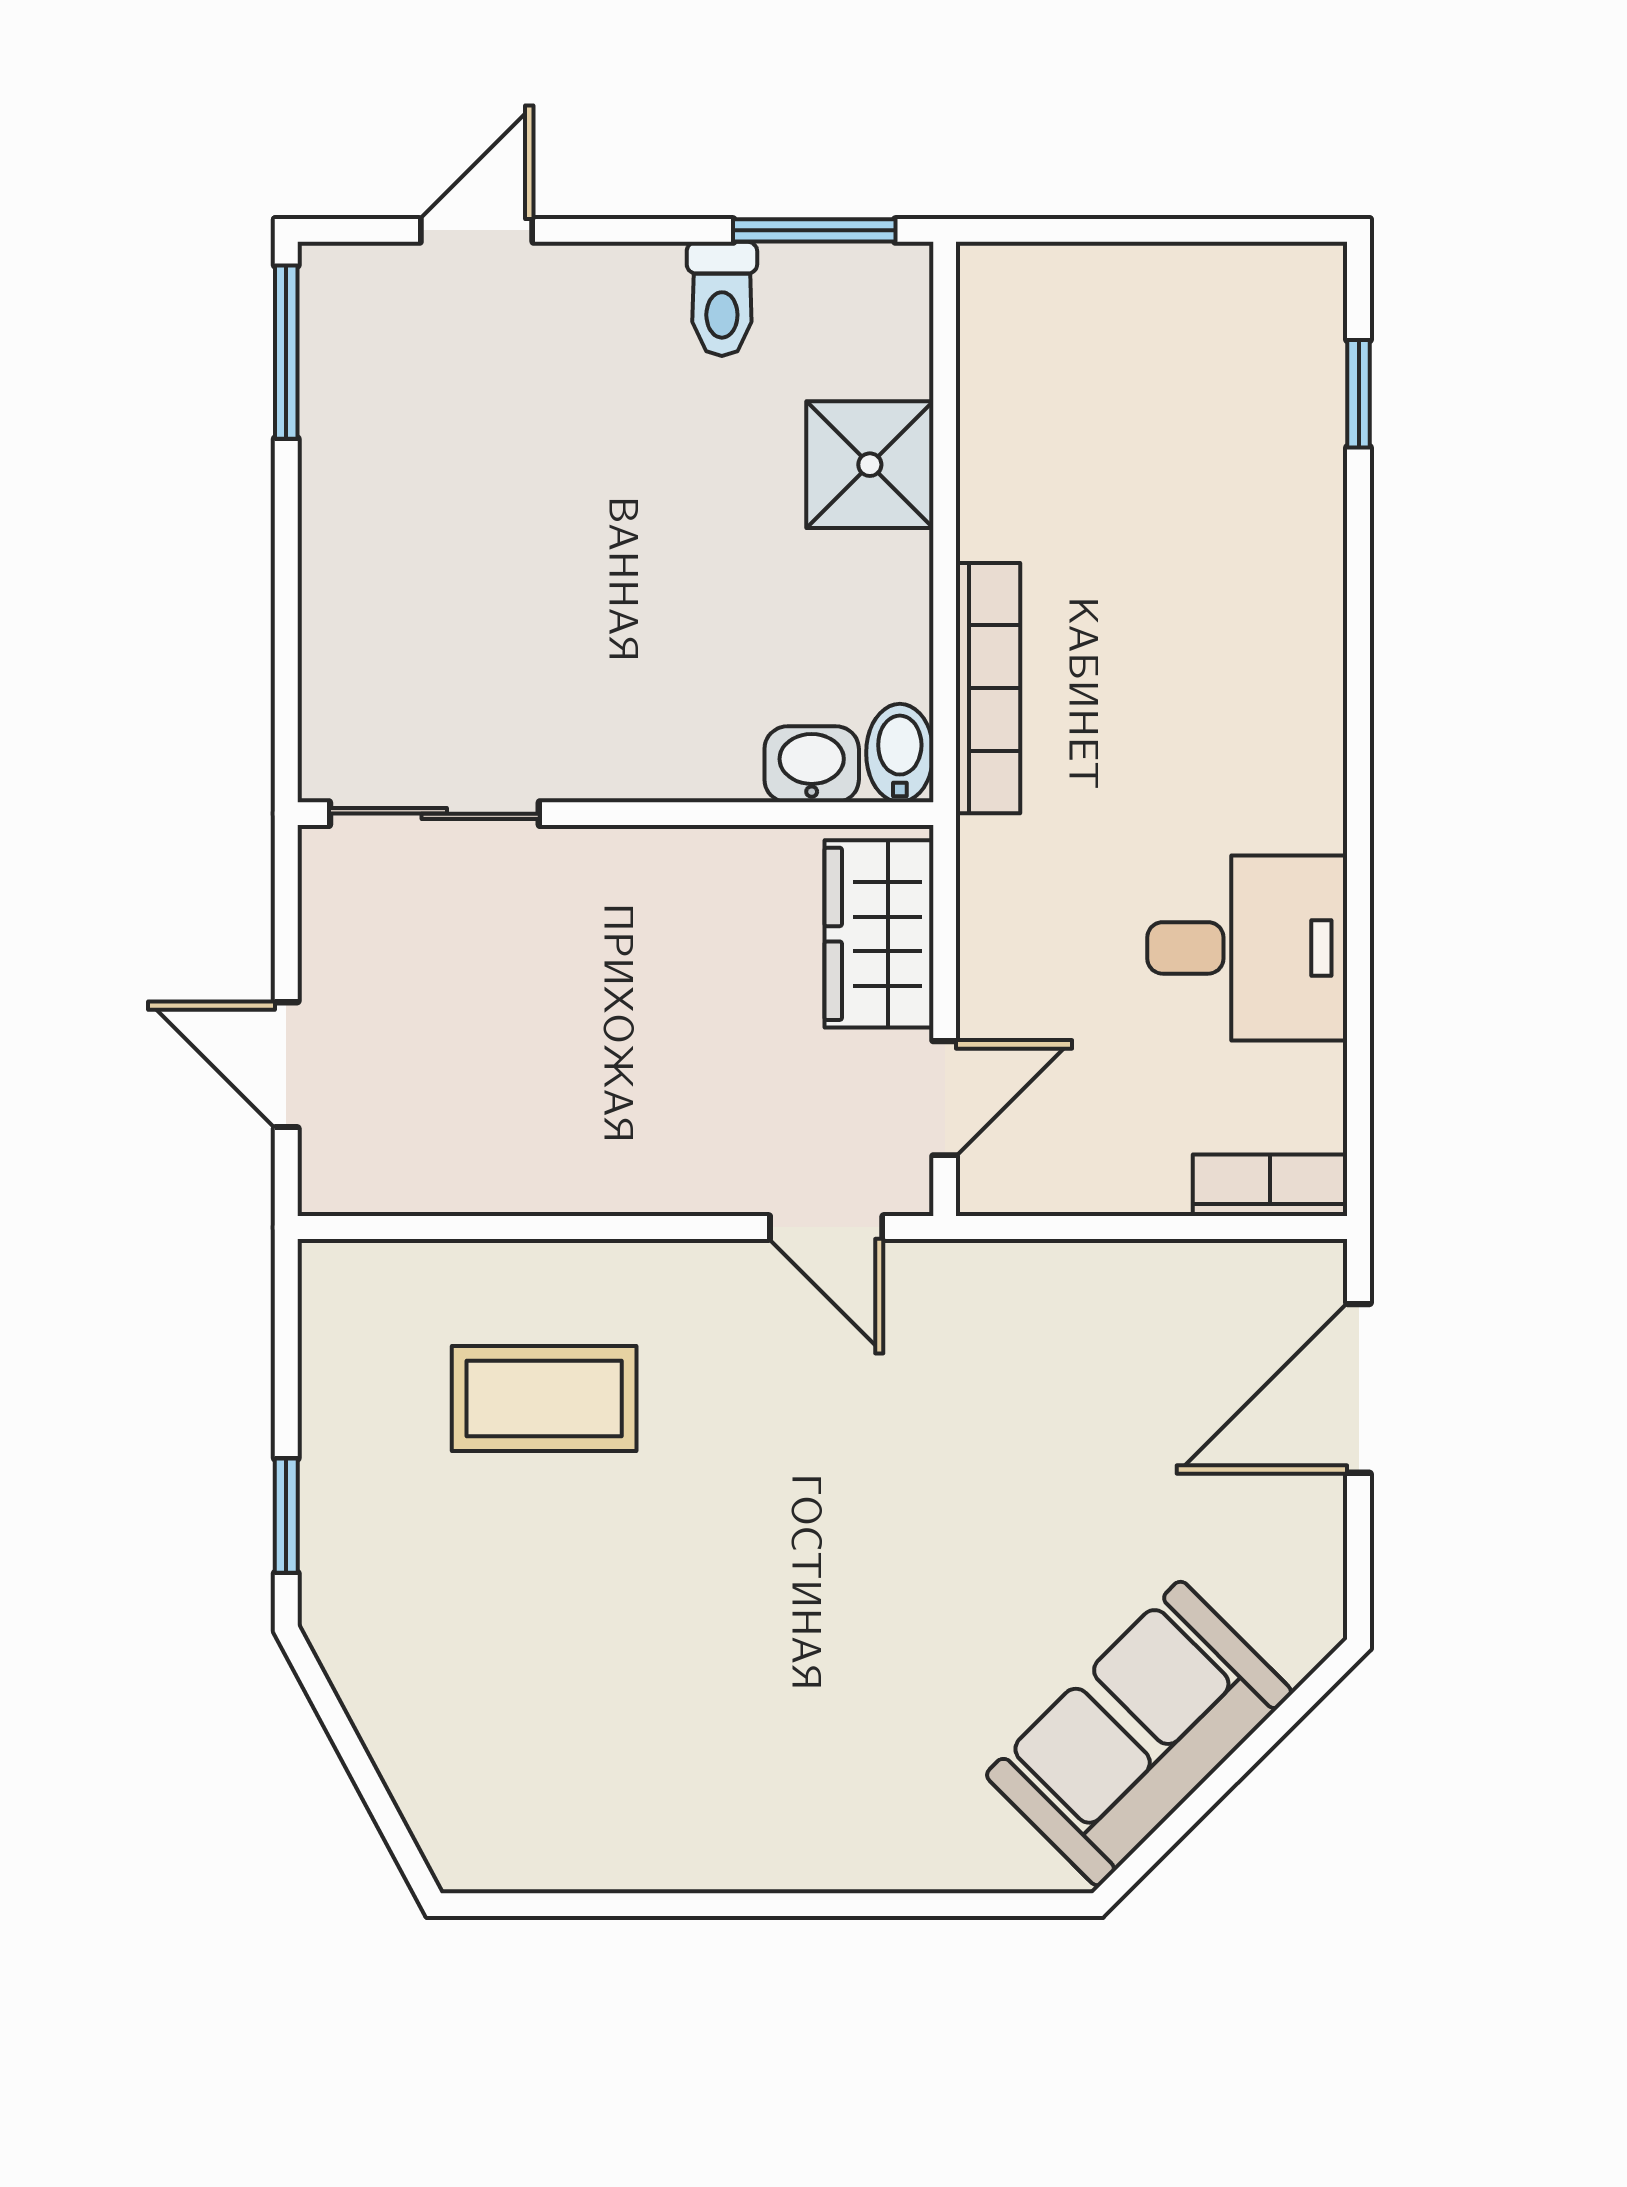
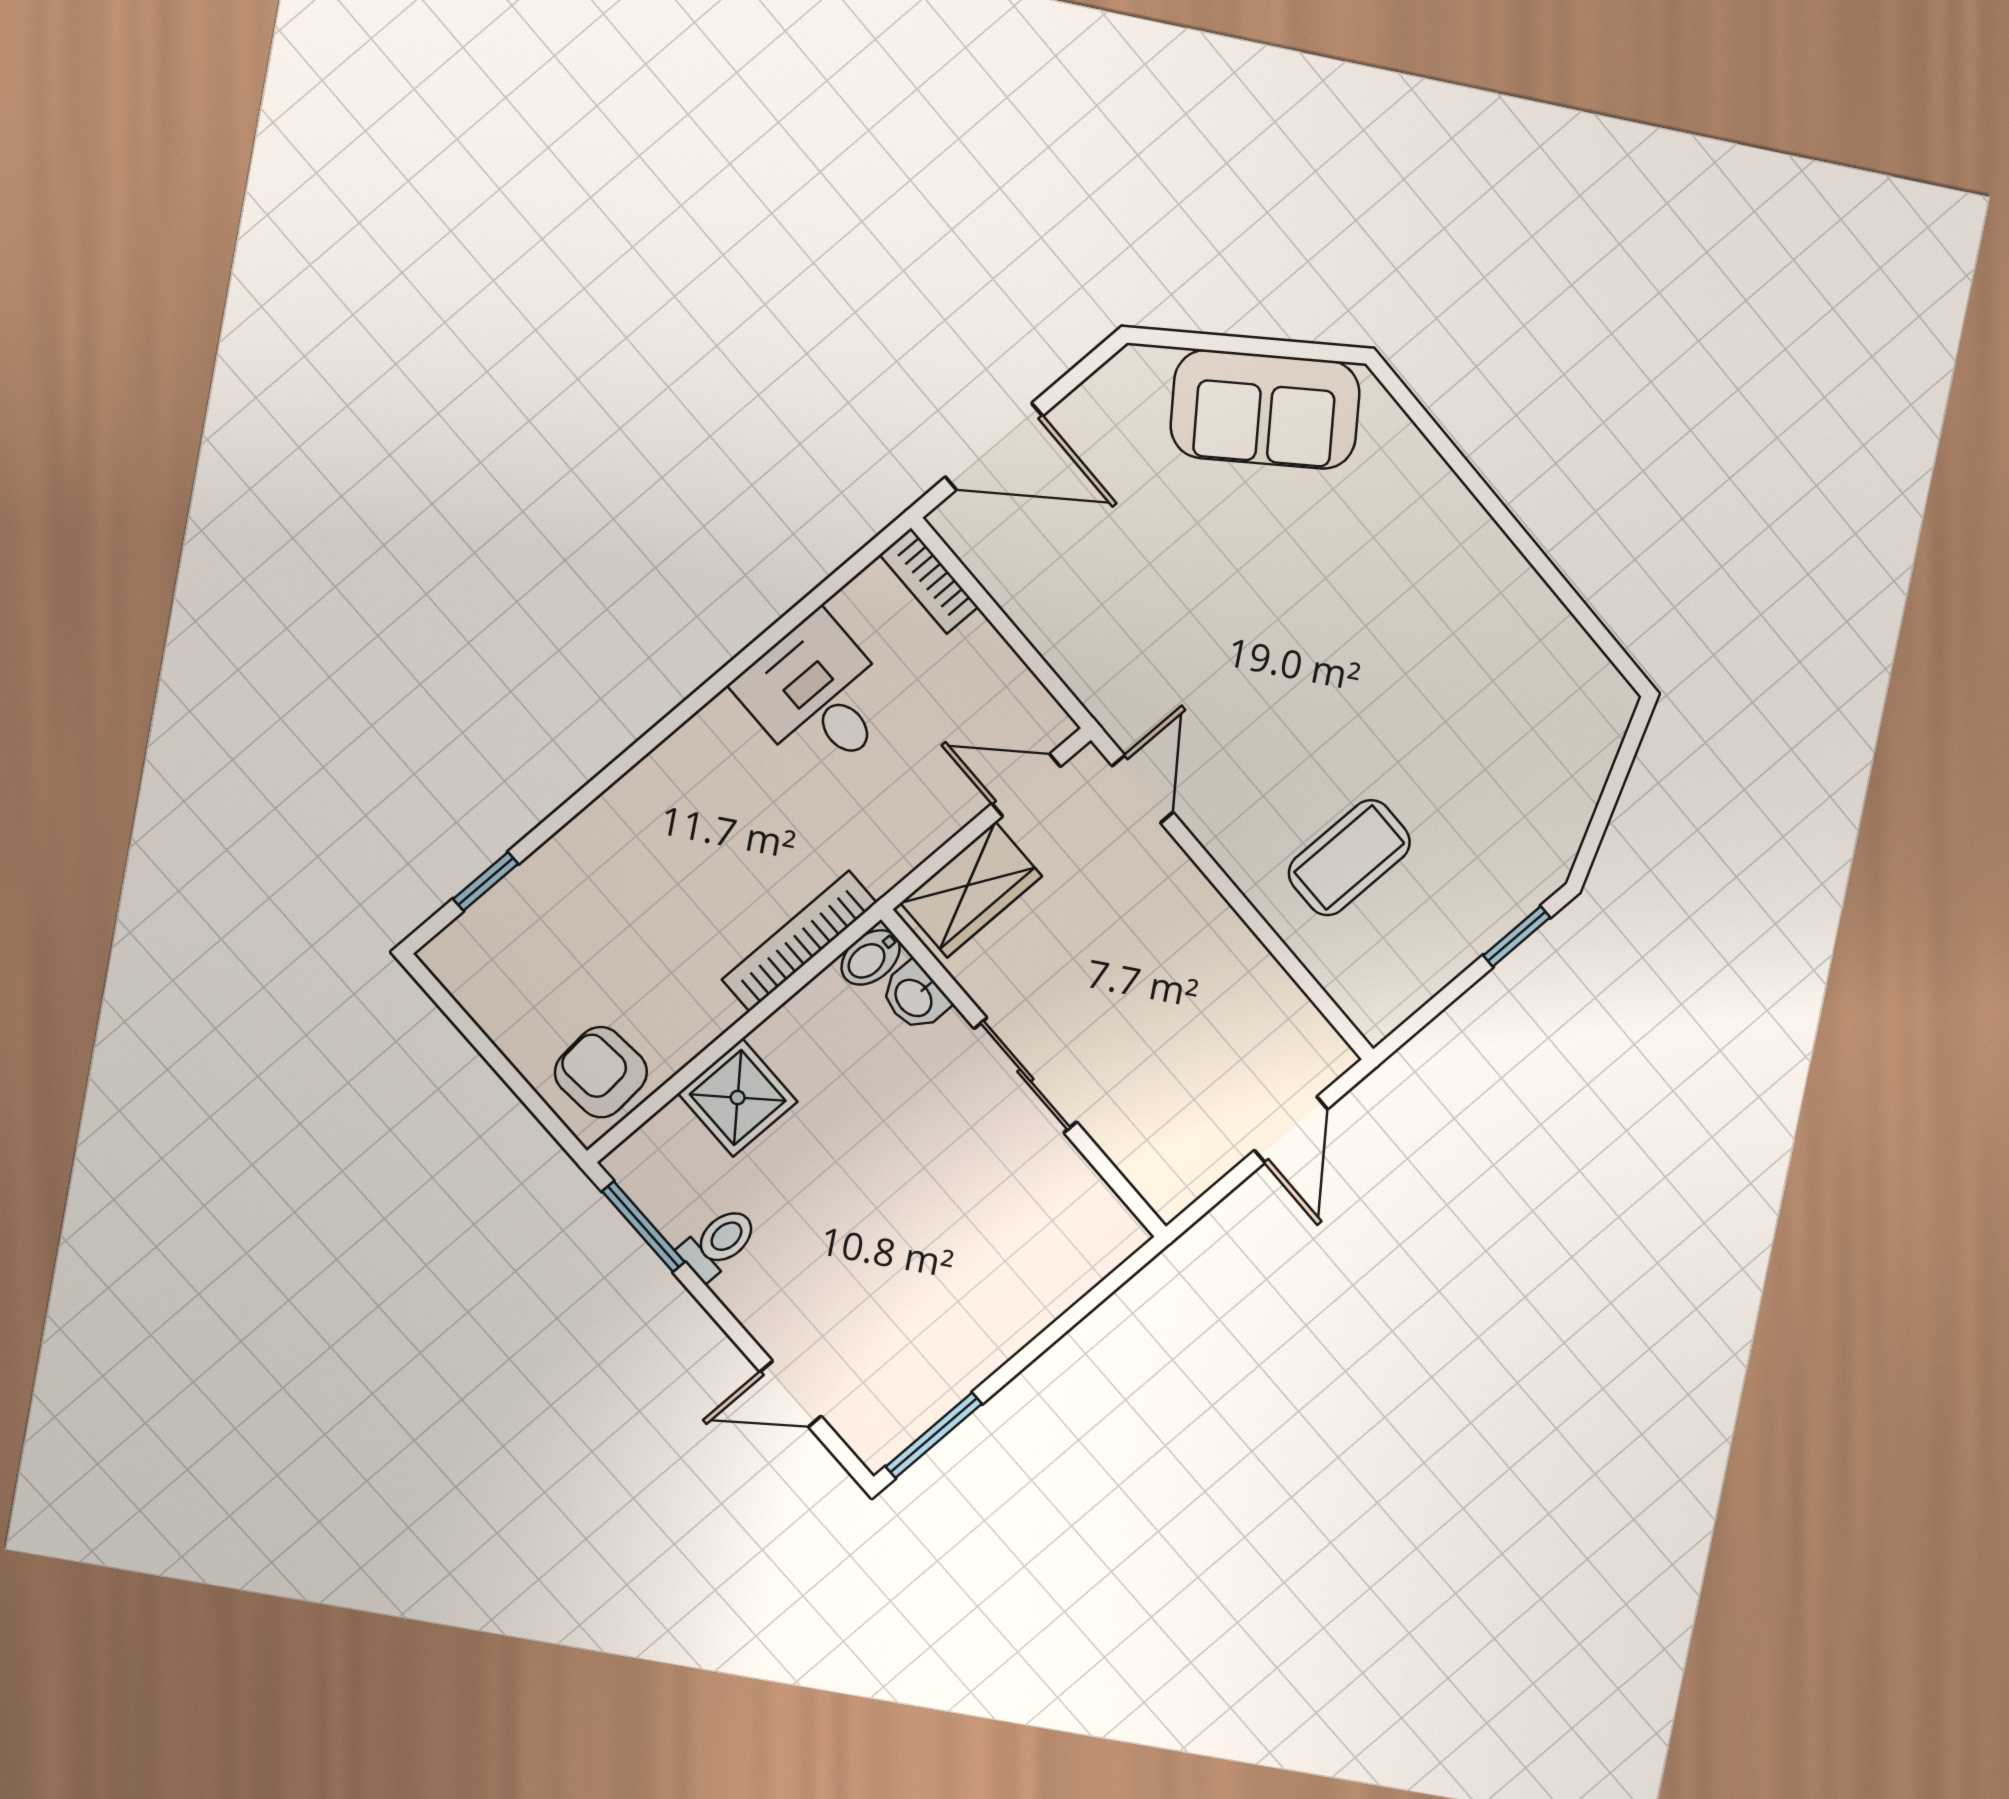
armchair: (1032, 335) -> (601, 1072), added
sliding door: (434, 814) -> (1025, 1075), moved
coffee table: (544, 1398) -> (1349, 858), turned 90

